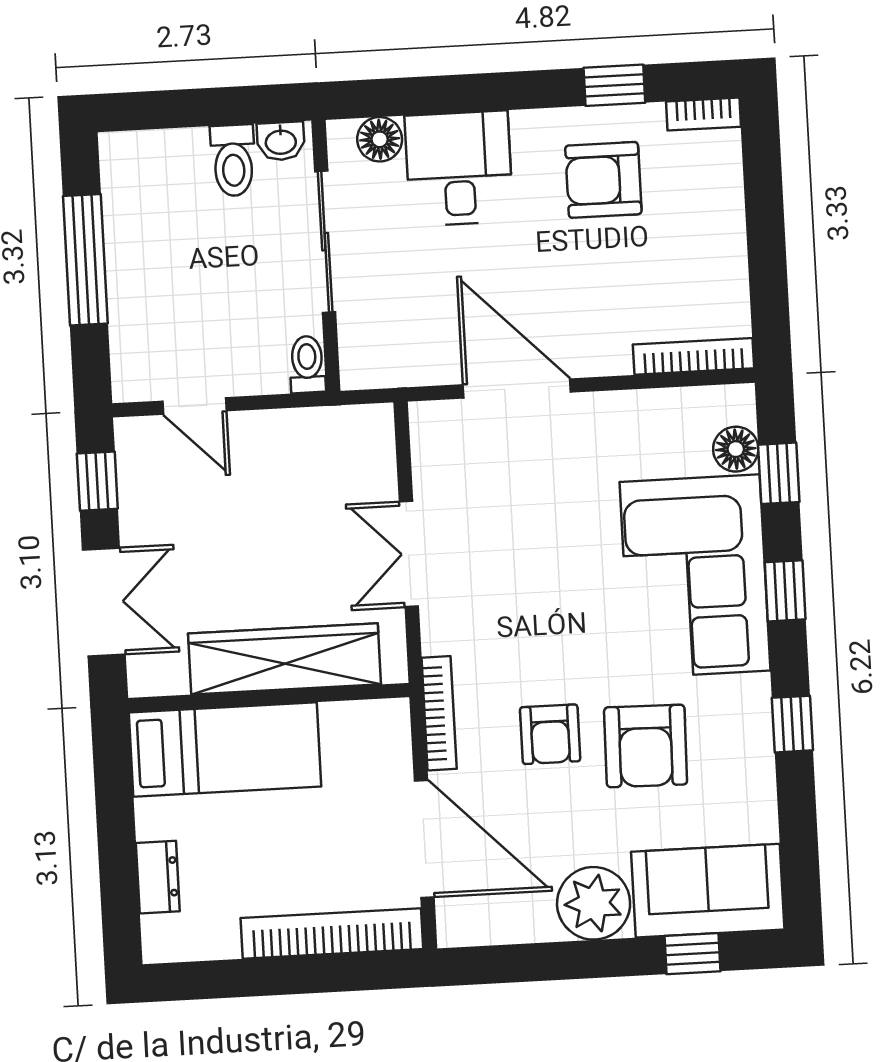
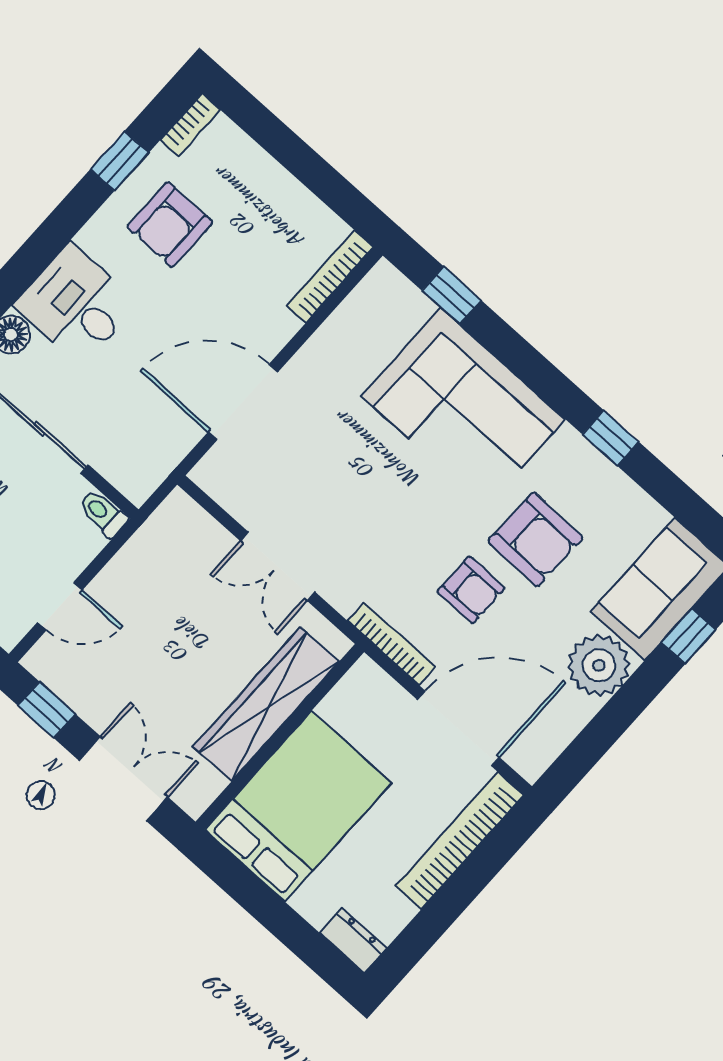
floor lamp: (736, 449) -> (411, 307), removed
window: (785, 591) -> (526, 362), removed
bed: (225, 749) -> (298, 806), width x1.50
dresser: (158, 877) -> (353, 940), moved

